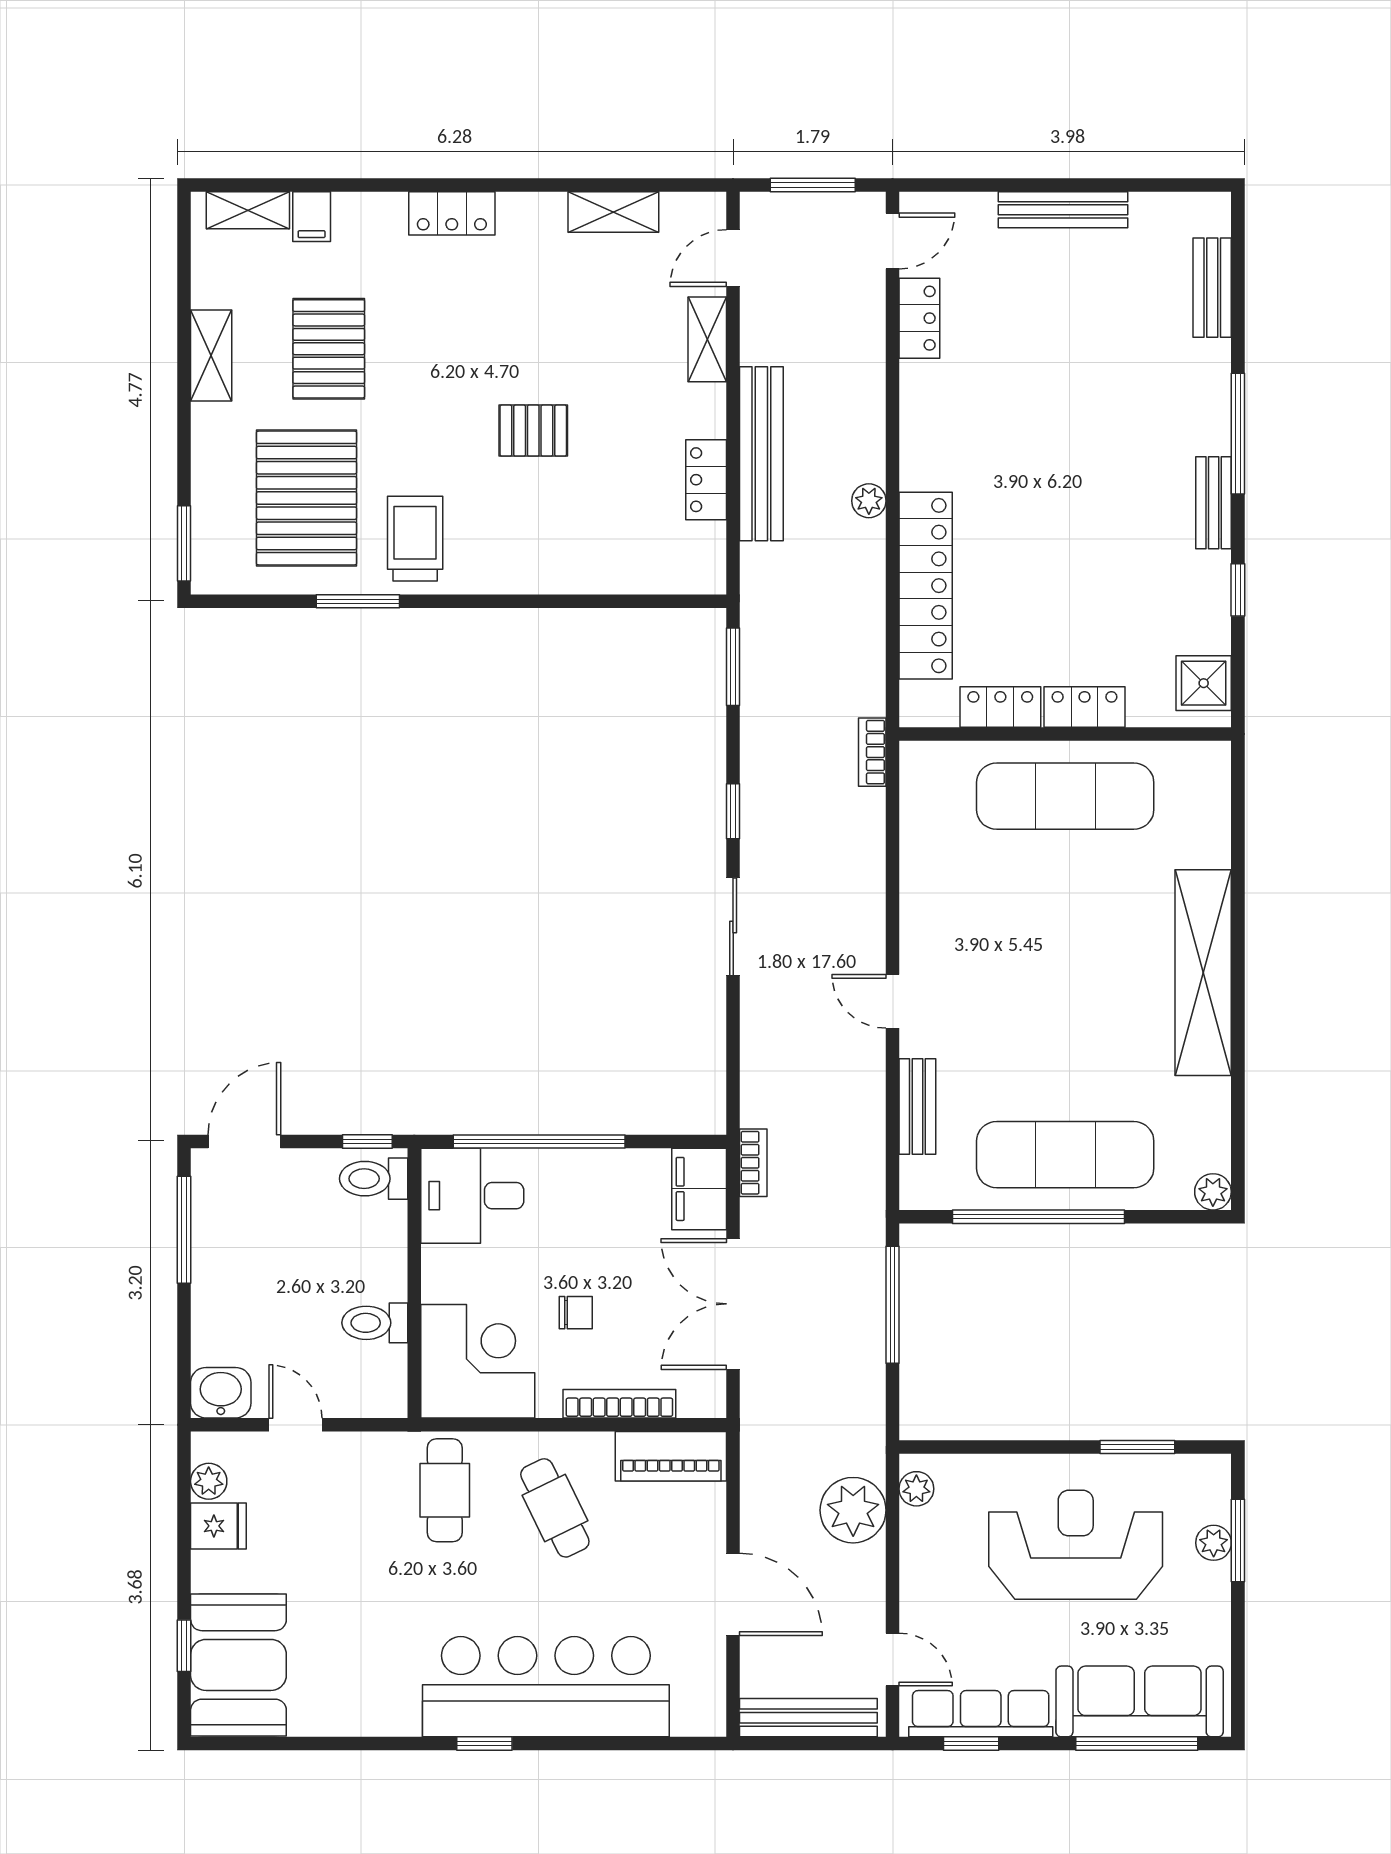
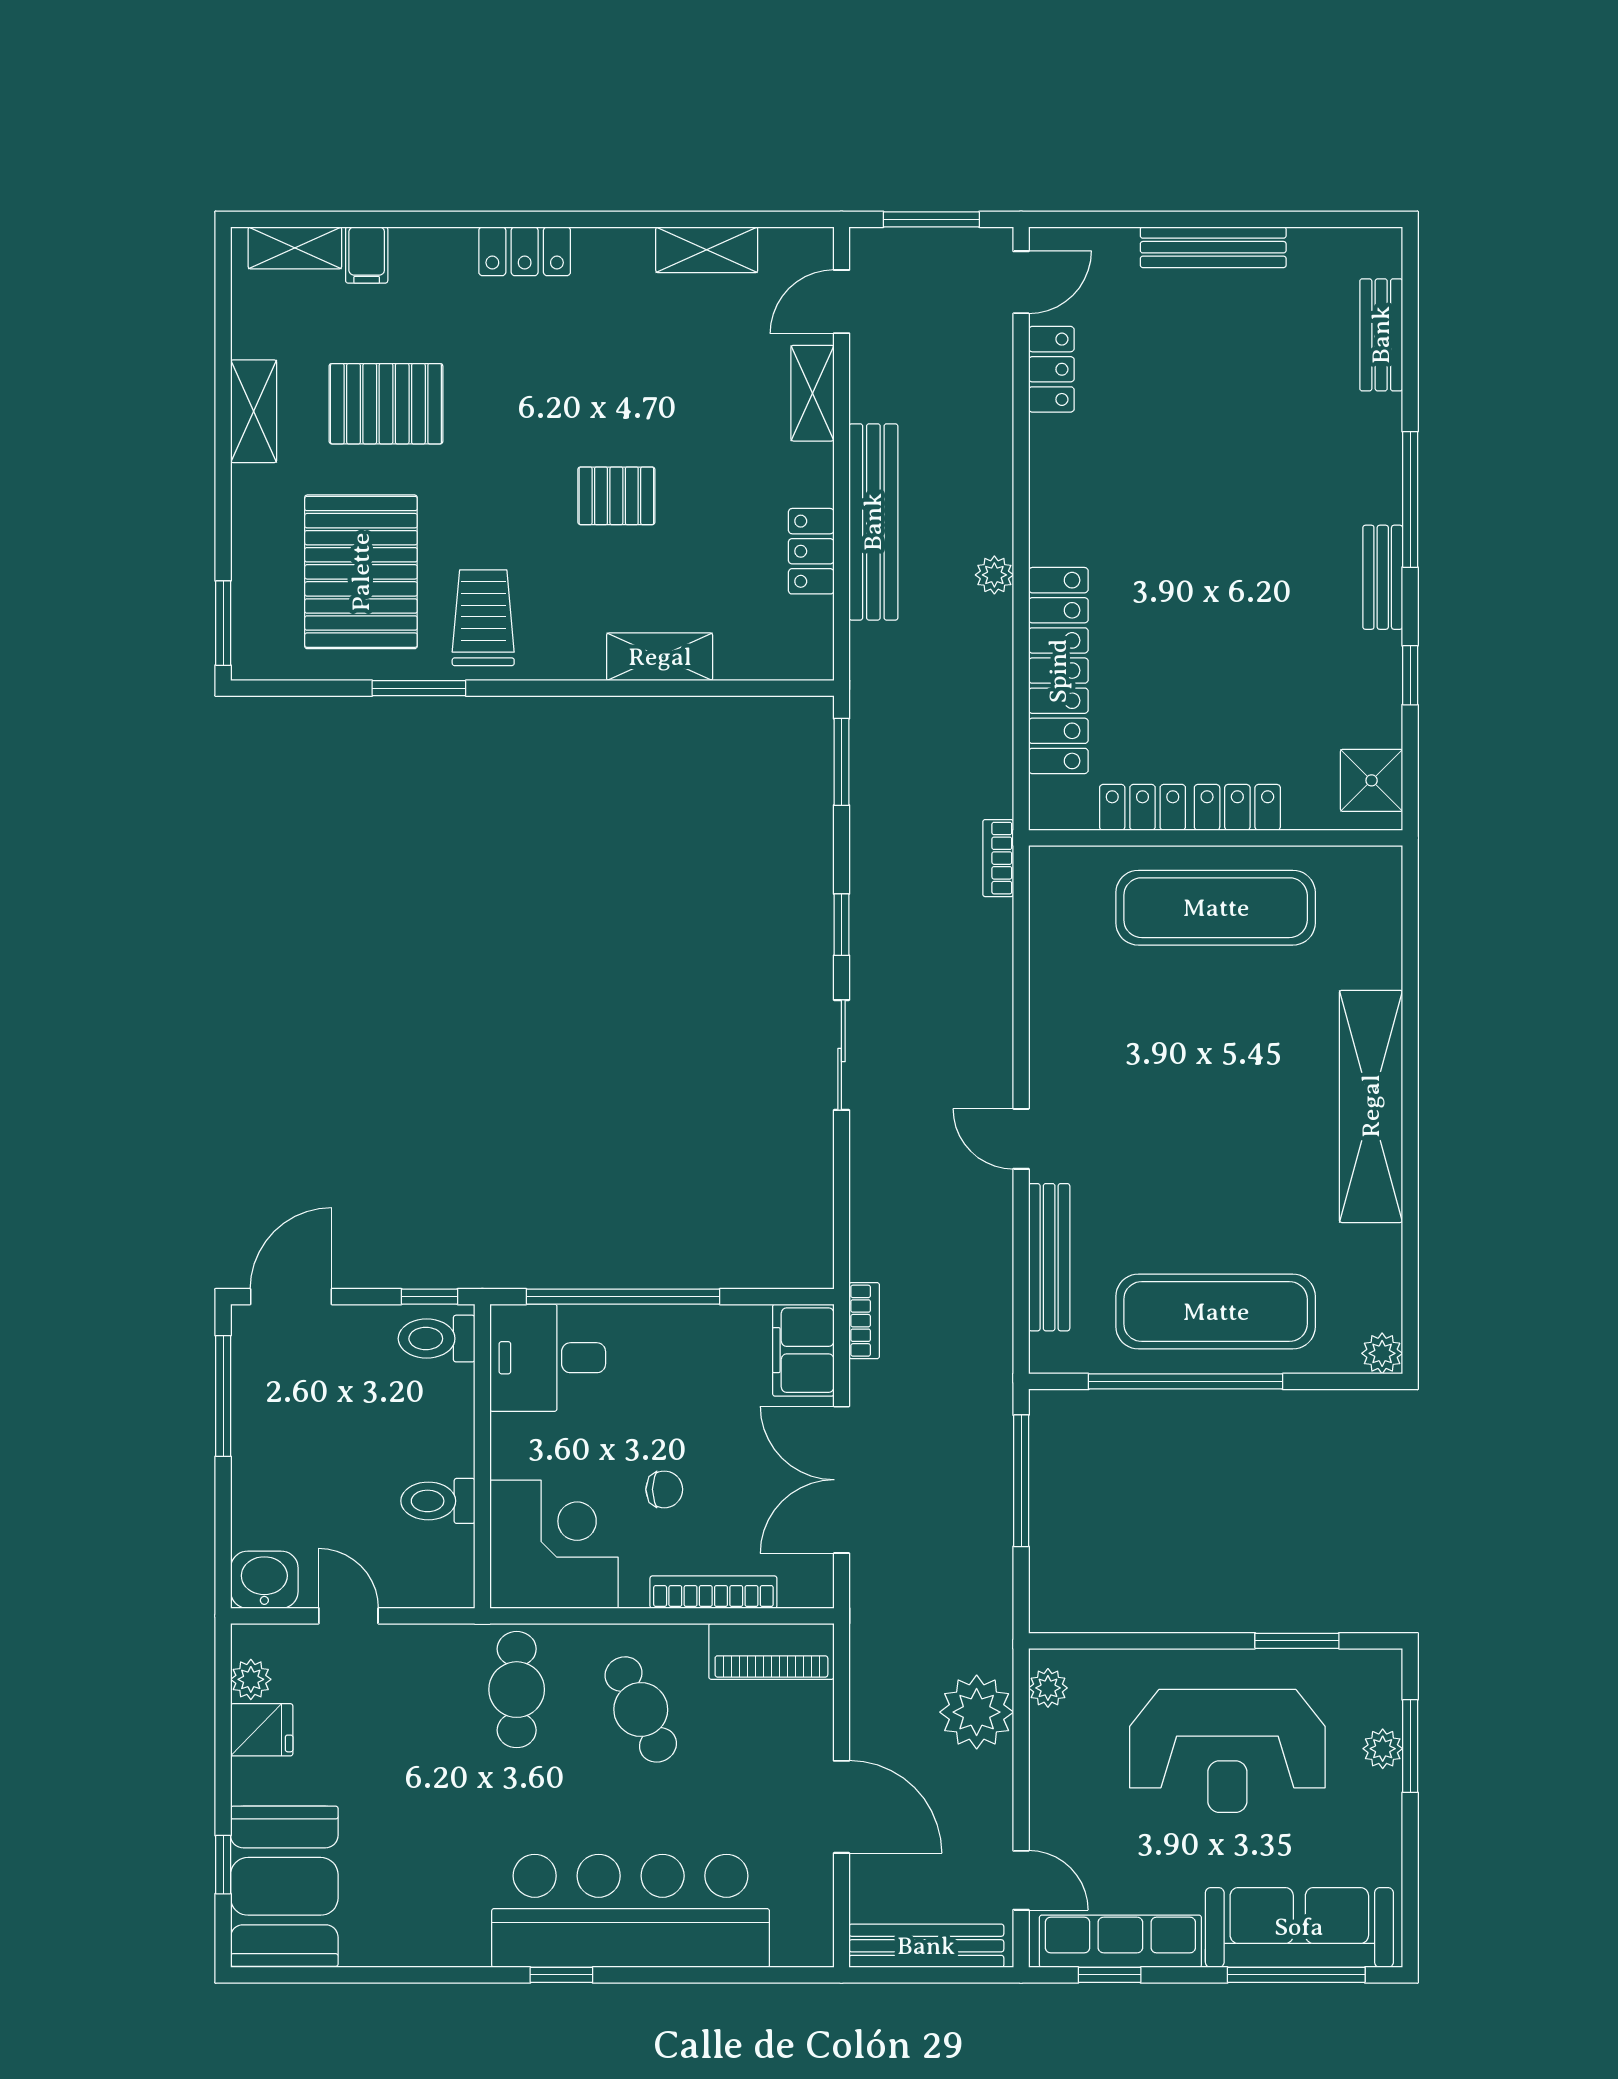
pallet: (329, 349) -> (386, 404), turned 90
shelving: (572, 573) -> (660, 657), added
bench: (917, 1106) -> (1049, 1257), width x1.36
reception desk: (1076, 1545) -> (1227, 1751), turned 180

